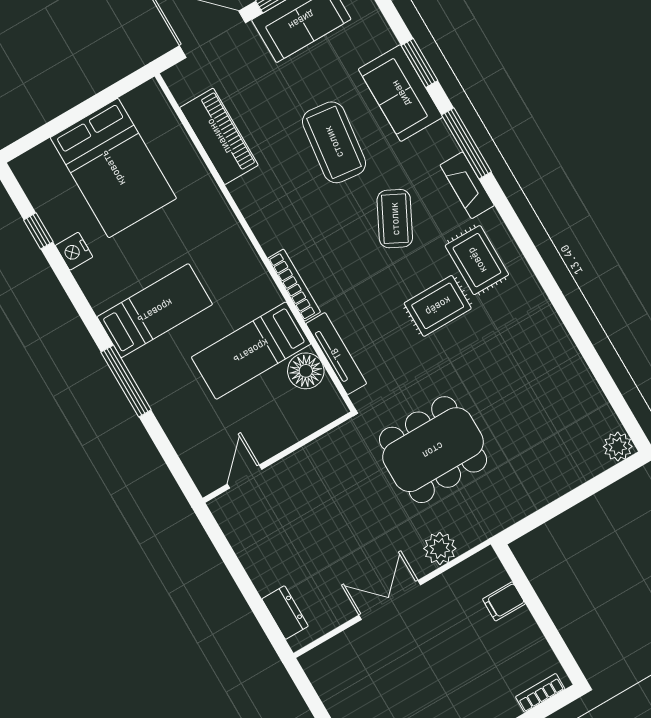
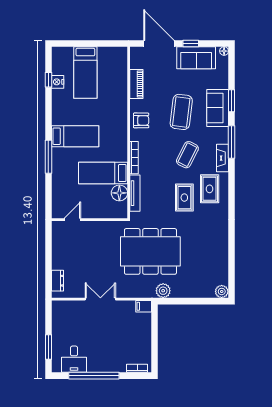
piano: (219, 136) -> (136, 84), width x0.73, depth x0.75
bed: (113, 168) -> (85, 72), width x0.67
armchair: (265, 205) -> (141, 120), added
nightstand: (74, 251) -> (58, 82), moved
rug: (438, 306) -> (184, 198), turned 90
dining table: (433, 450) -> (150, 251), width x1.36, depth x1.24
plant: (440, 548) -> (163, 291), moved
filing cabinet: (504, 601) -> (144, 306), moved

